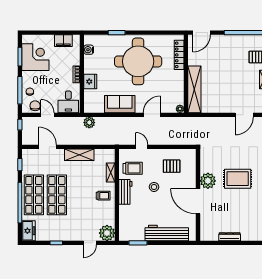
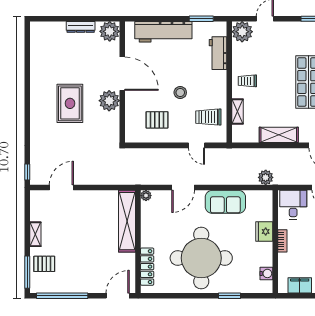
rug: (238, 179) -> (70, 103), turned 90
workbench: (125, 192) -> (218, 53), moved
plant: (208, 233) -> (110, 31), added

